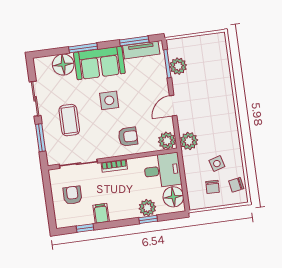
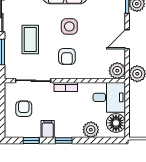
armchair: (128, 137) -> (67, 56), moved, turned 90
window: (148, 219) -> (64, 140), moved

